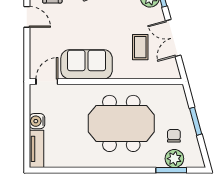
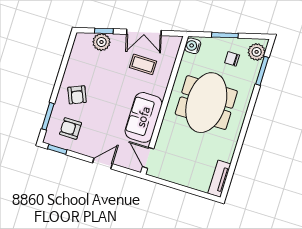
door: (27, 17) -> (102, 163), moved
water cooler: (37, 121) -> (193, 46), moved, turned 90
tv unit: (37, 149) -> (219, 179), moved, turned -90
plant: (174, 159) -> (257, 52), moved

